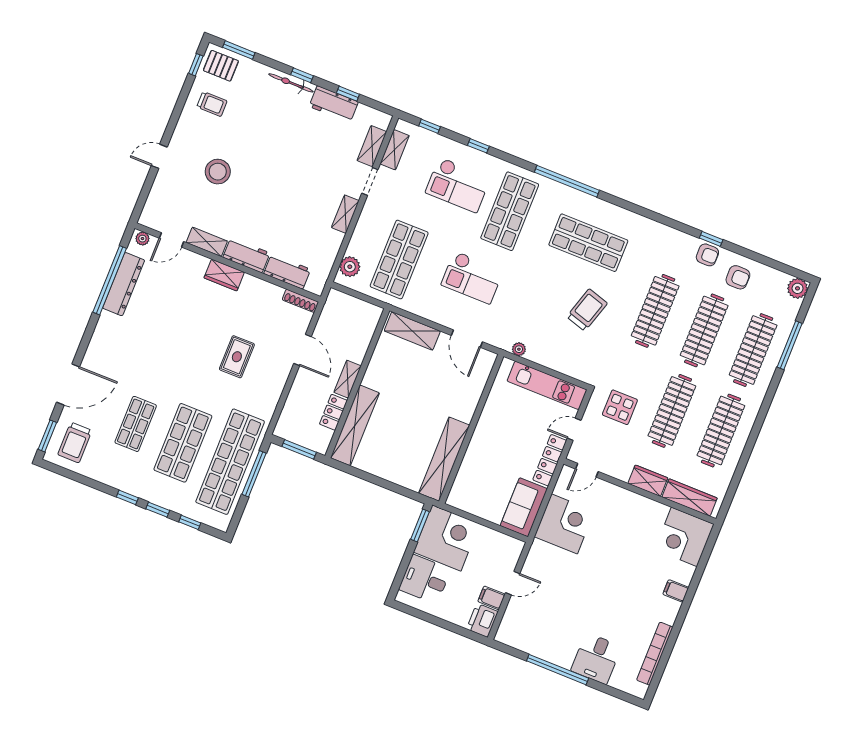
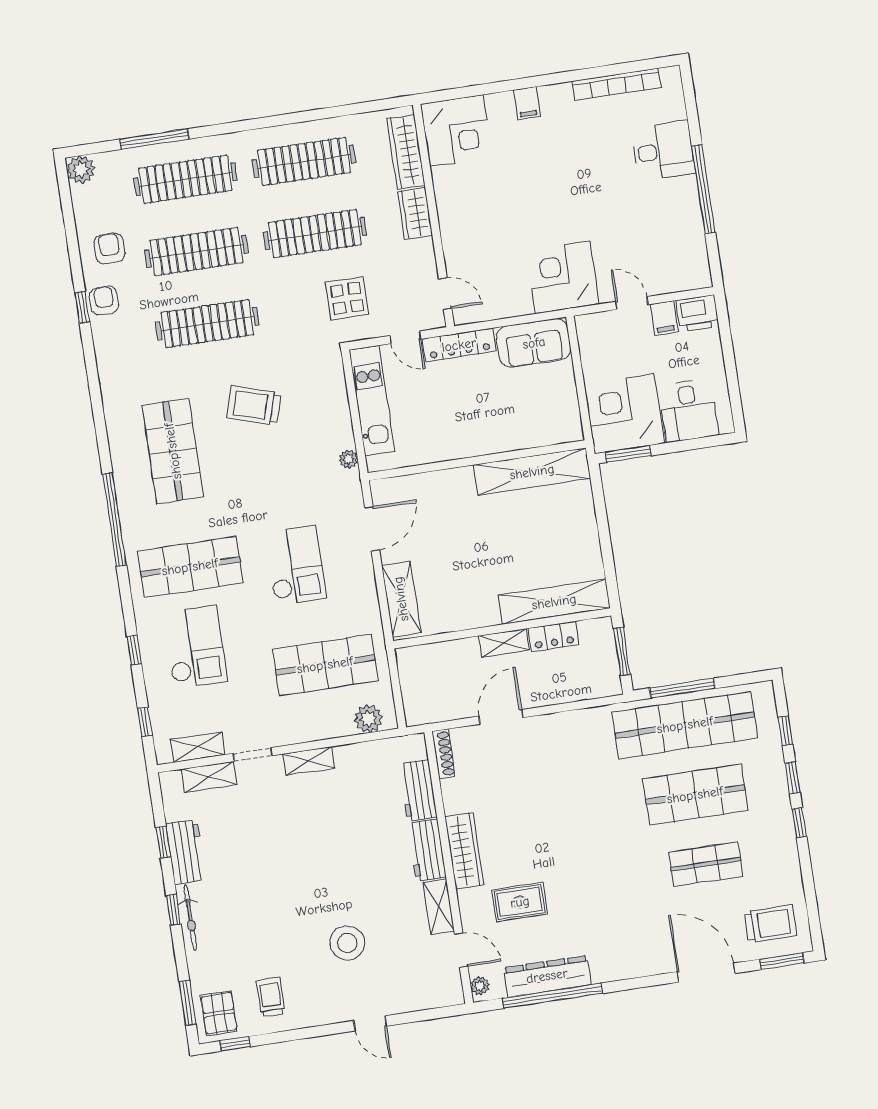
wardrobe: (224, 275) -> (464, 851), width x1.50
rug: (237, 357) -> (520, 902), moved
corner desk: (564, 524) -> (563, 277), moved

